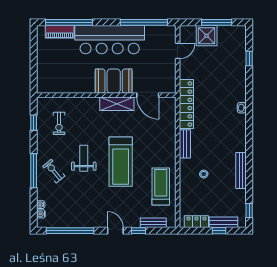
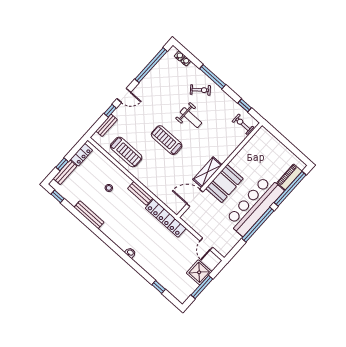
window: (144, 22) -> (258, 225), moved
exercise bike: (59, 123) -> (243, 124), moved
treadmill: (121, 162) -> (167, 140), width x0.73, depth x0.73

